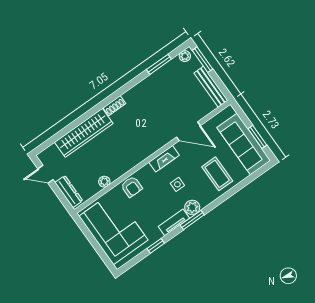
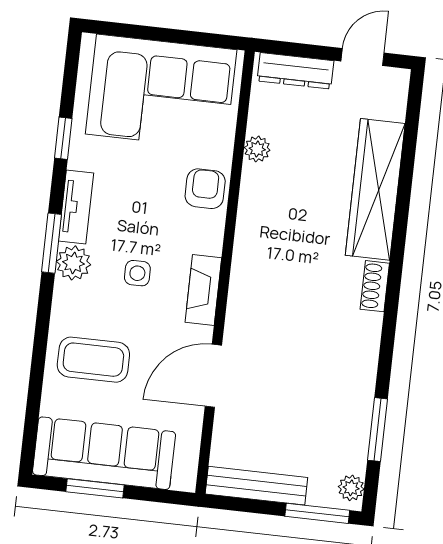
armchair: (132, 187) -> (205, 189), turned 90

